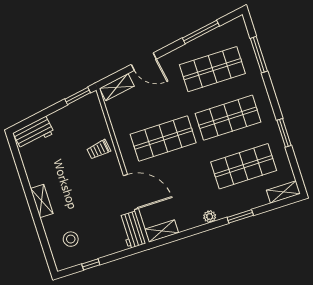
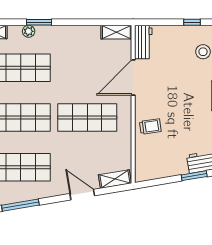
window: (78, 96) -> (194, 176), moved
door: (131, 192) -> (133, 78), hinge flipped
plant: (210, 216) -> (29, 31), moved

